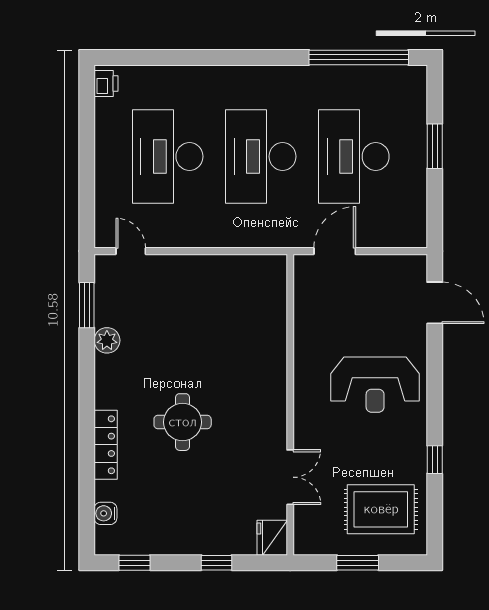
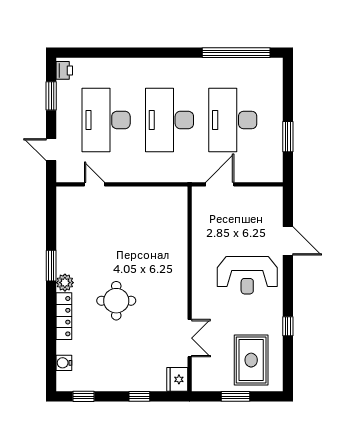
window: (87, 121) -> (51, 96), added
window: (435, 146) -> (288, 137), moved
door: (87, 200) -> (51, 150), added
door: (131, 251) -> (94, 184), moved
door: (435, 303) -> (288, 241), moved
window: (87, 305) -> (51, 266), moved
plant: (107, 340) -> (65, 283), moved
rug: (381, 509) -> (251, 360), turned 90

